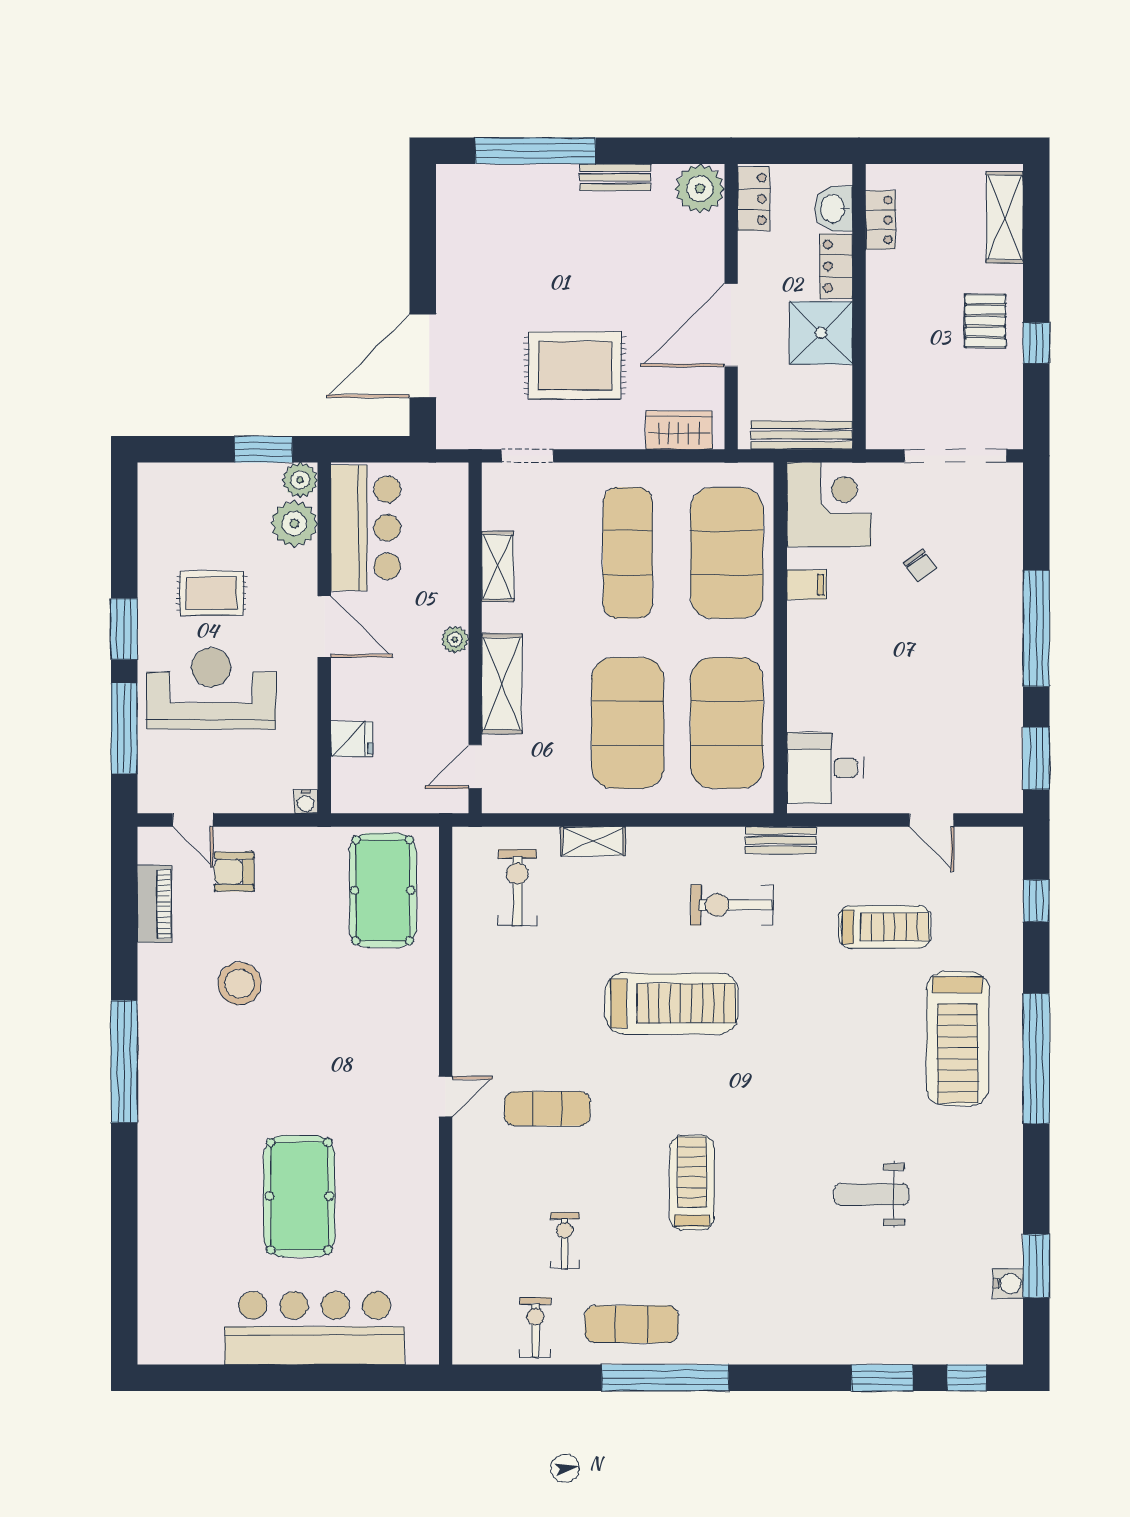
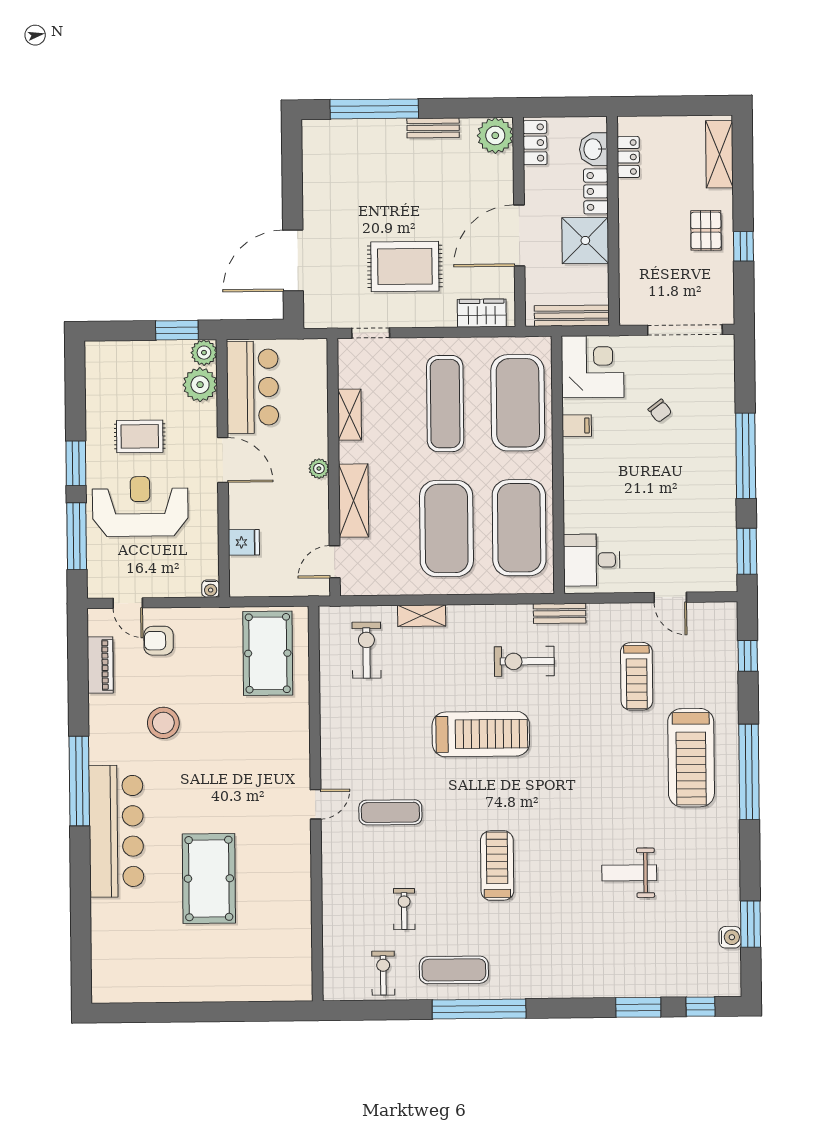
treadmill: (885, 927) -> (637, 676), turned 90
bar counter: (315, 1328) -> (116, 831), moved, turned 90

